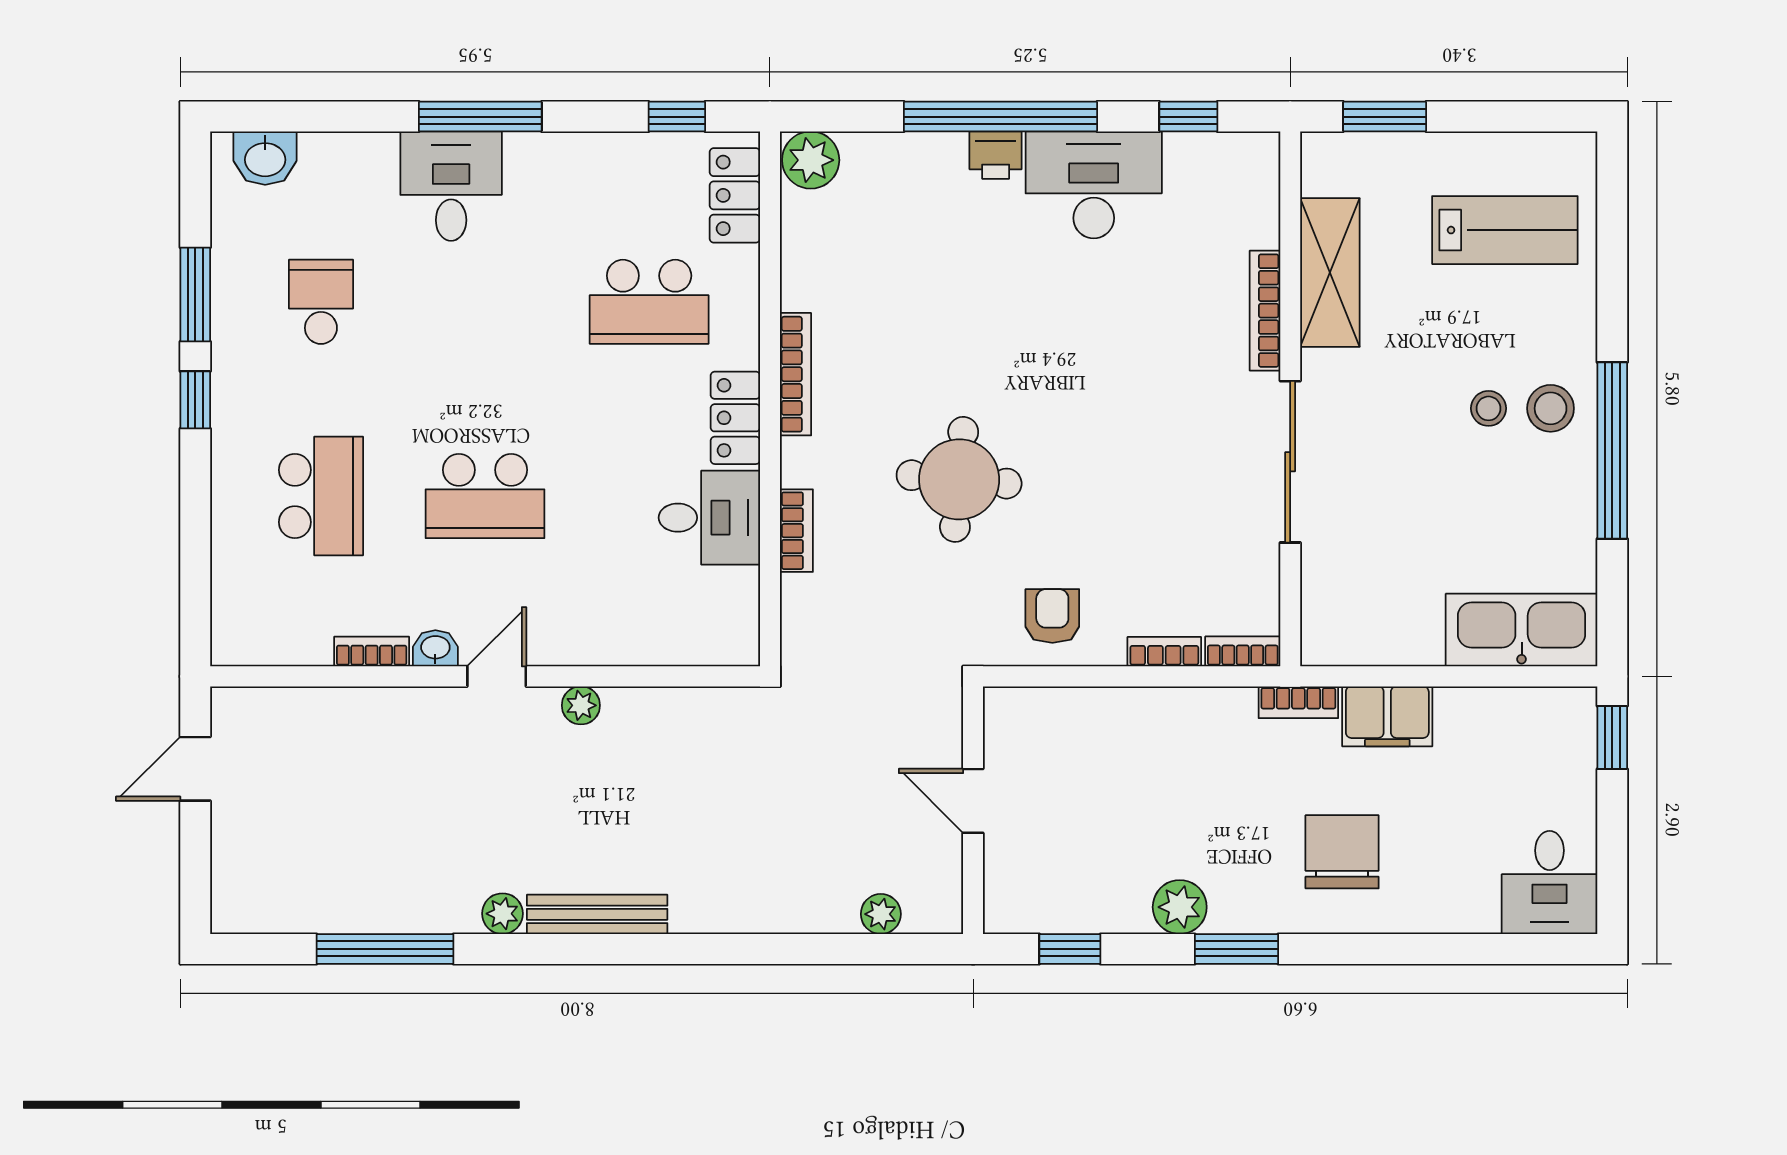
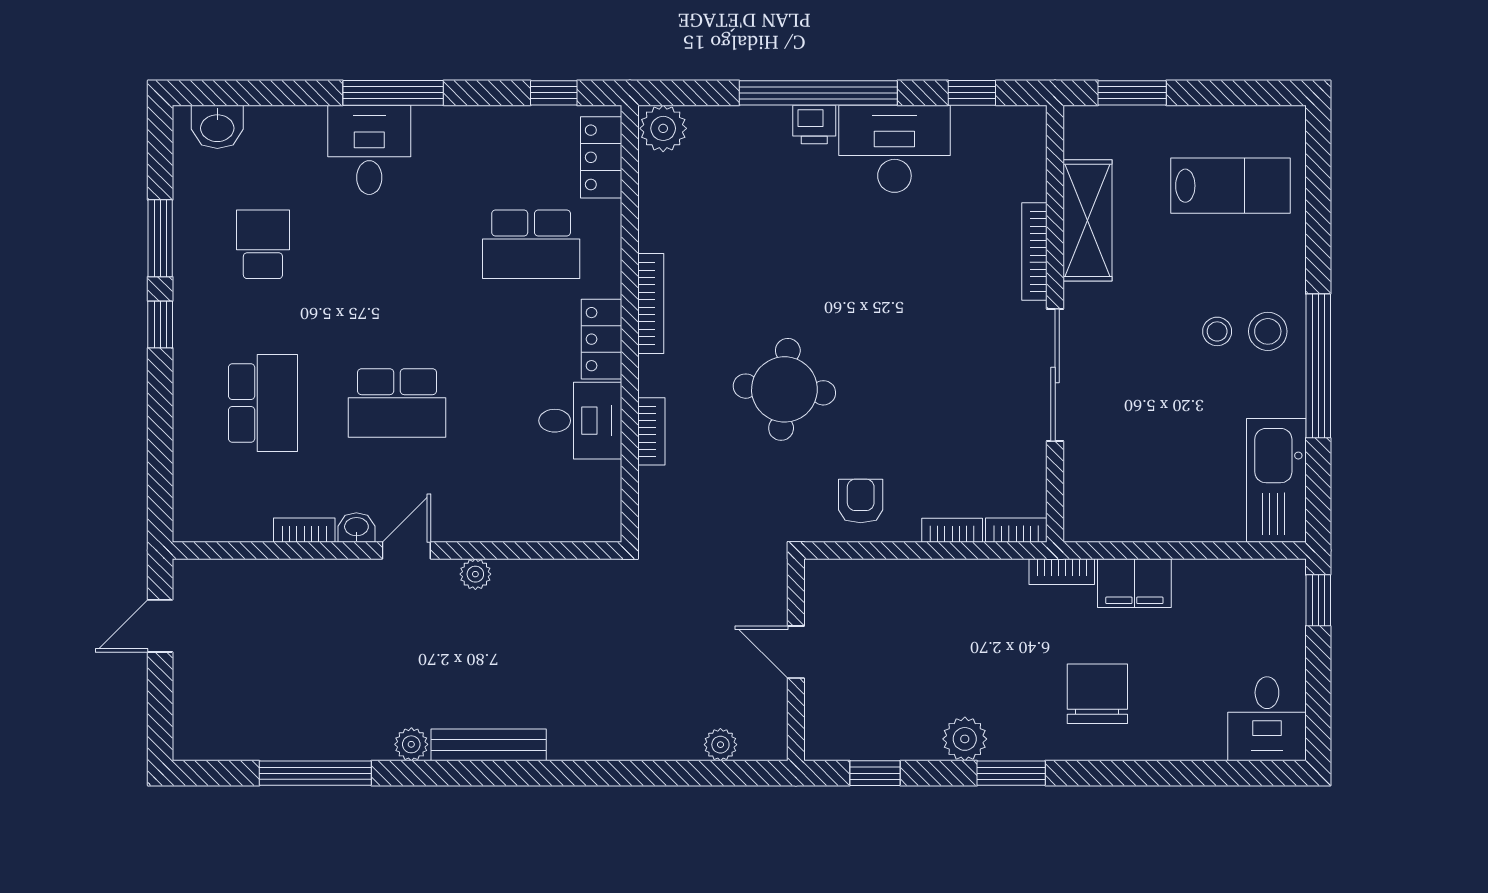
kitchen sink: (1522, 630) -> (1276, 480), moved, turned -90

